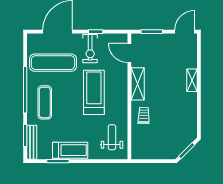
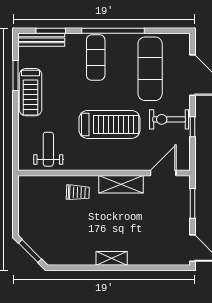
shelving: (192, 80) -> (112, 258), moved
exercise mat: (45, 102) -> (96, 58), turned 90
weight bench: (112, 137) -> (48, 149), turned -90

